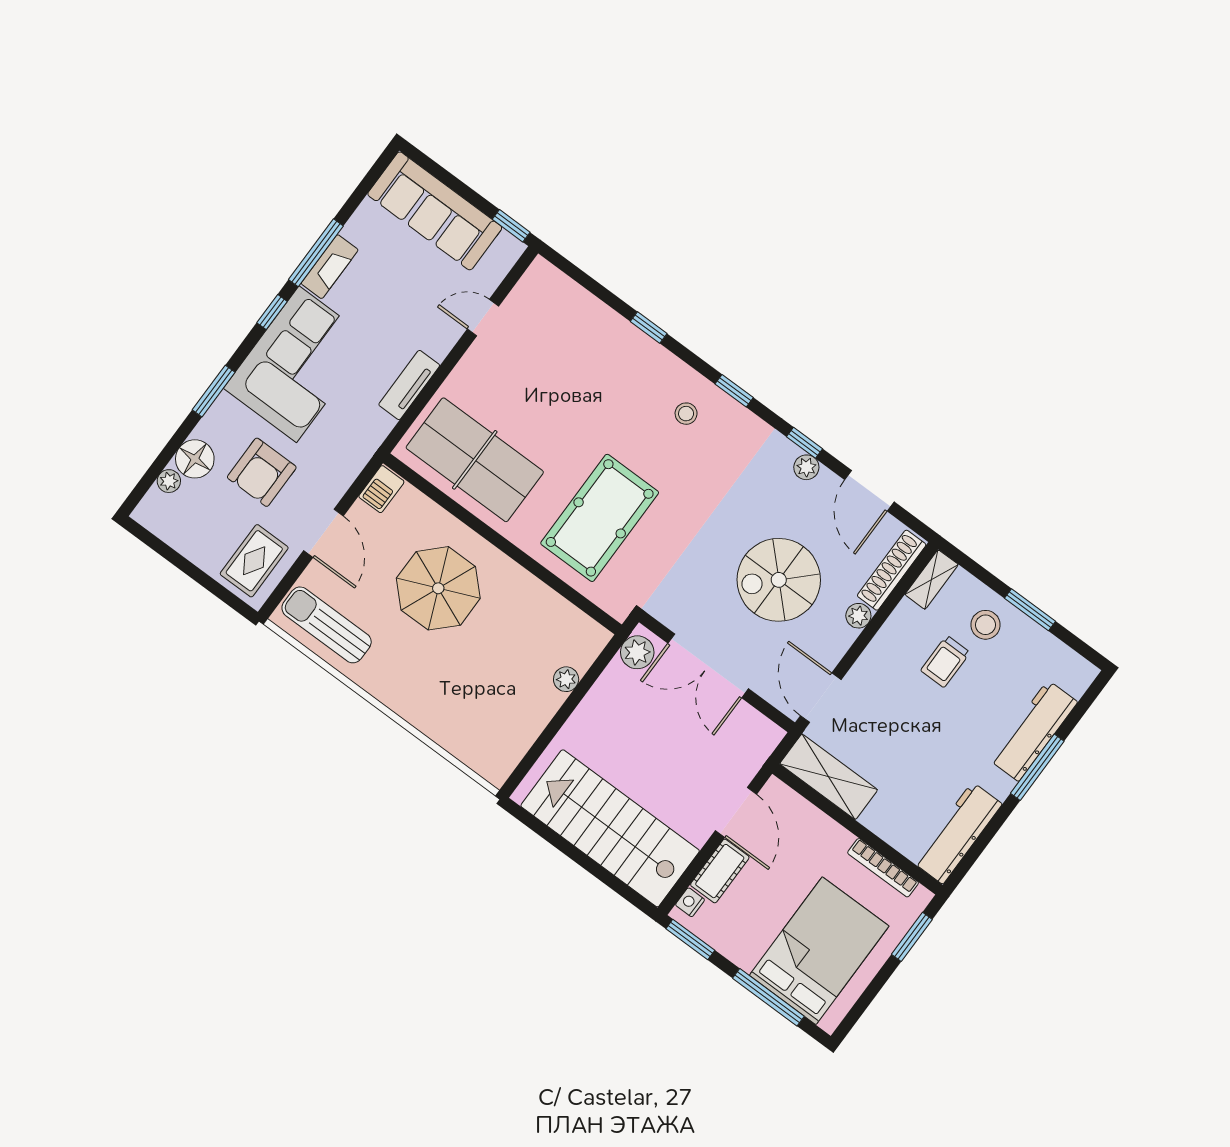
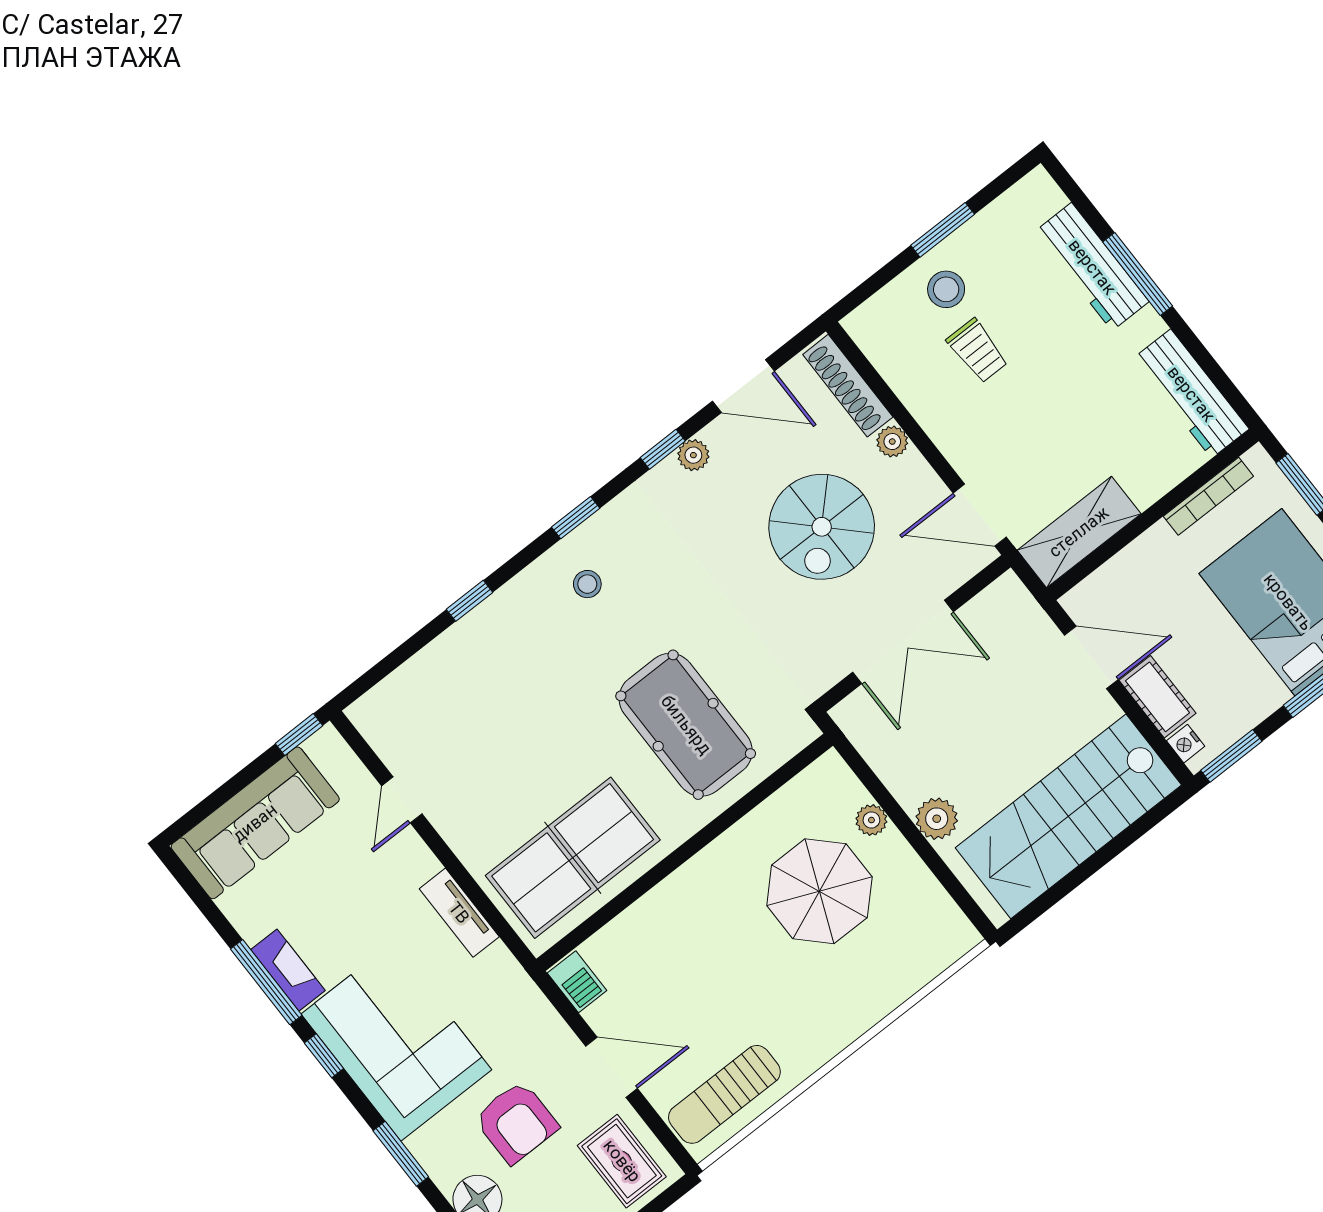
shelving: (932, 580) -> (873, 340), removed
parasol: (438, 588) -> (819, 891), moved
plant: (637, 652) -> (937, 819), moved

